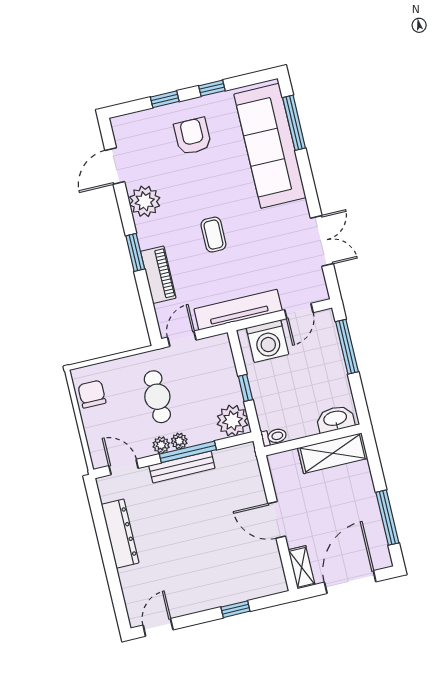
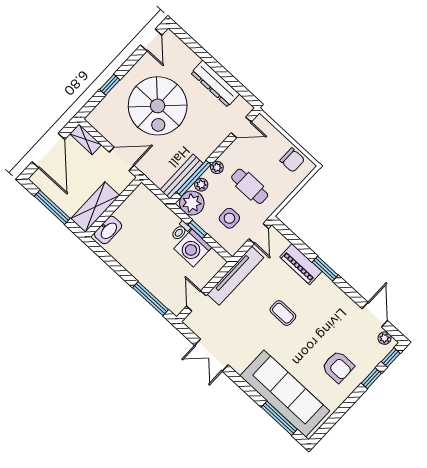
window: (212, 88) -> (391, 357), moved
plant: (145, 201) -> (385, 338), moved, width x0.53, depth x0.53
washing machine: (267, 341) -> (193, 248), moved, turned -90
side table: (203, 377) -> (229, 218), added
washbasin: (335, 419) -> (108, 230), moved
toilet: (274, 437) -> (181, 231), moved
wall: (313, 440) -> (113, 207), moved
plant: (161, 445) -> (201, 185), moved
window: (188, 452) -> (194, 178), moved
shelving: (333, 453) -> (95, 207), moved
bench: (182, 467) -> (182, 177), moved
spiral stairs: (199, 551) -> (158, 106), added

